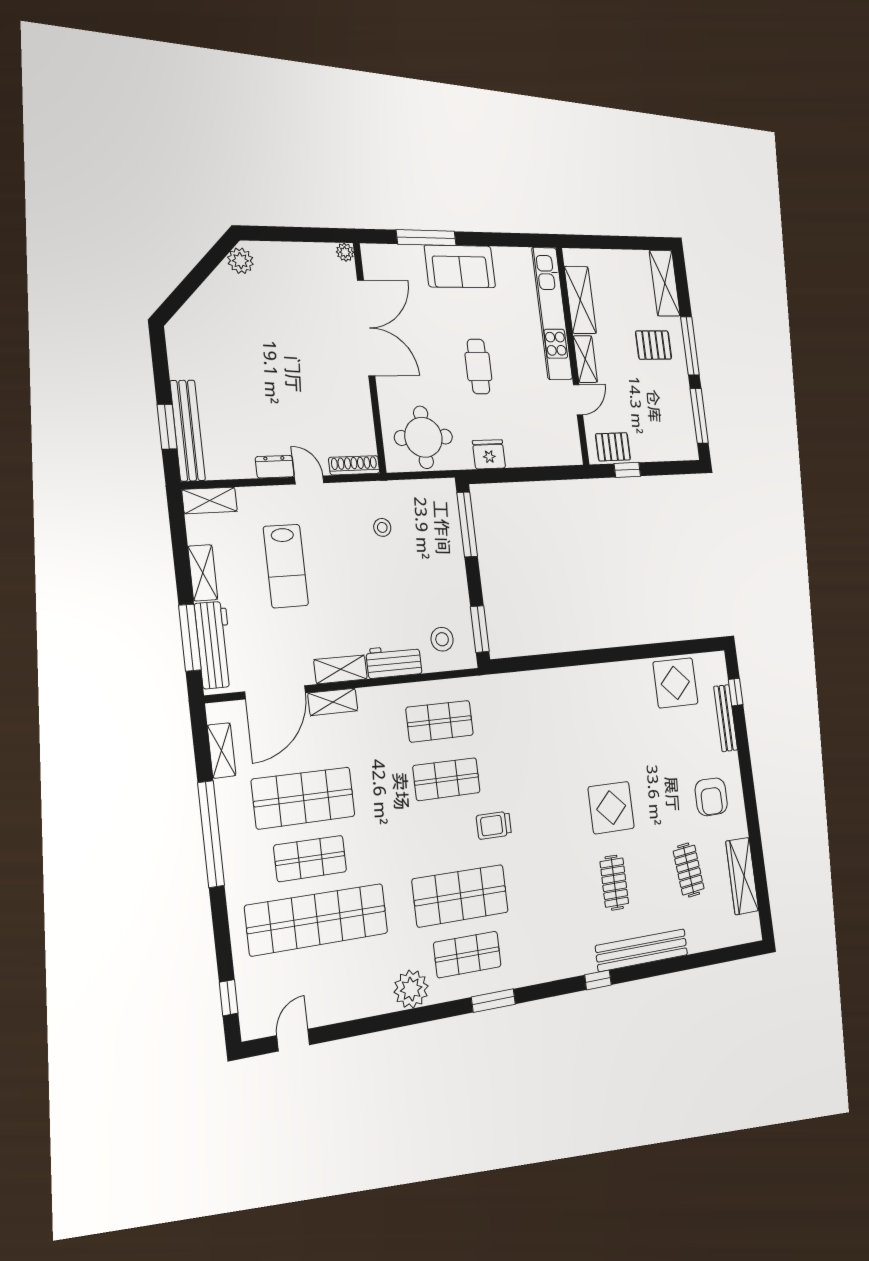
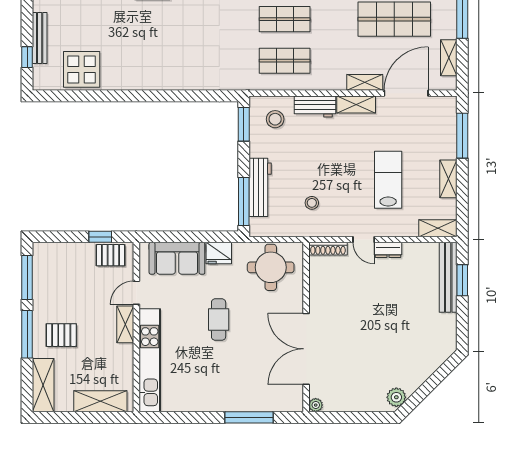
sofa: (460, 266) -> (177, 258), moved, turned 180
shelving: (580, 300) -> (100, 401), moved, turned 90
workbench: (214, 645) -> (260, 187), moved, turned 180

